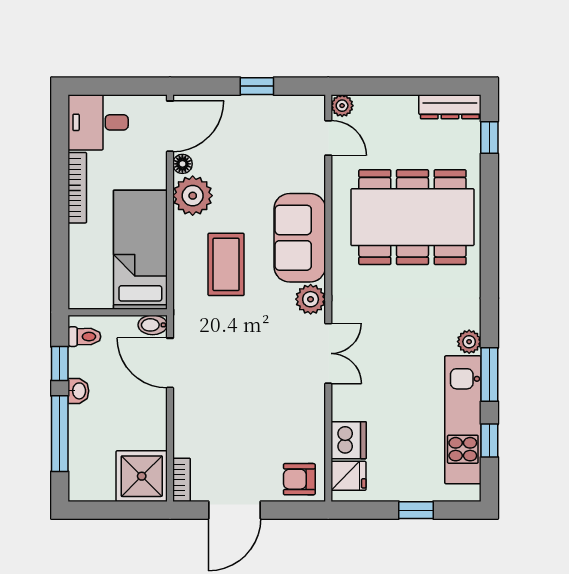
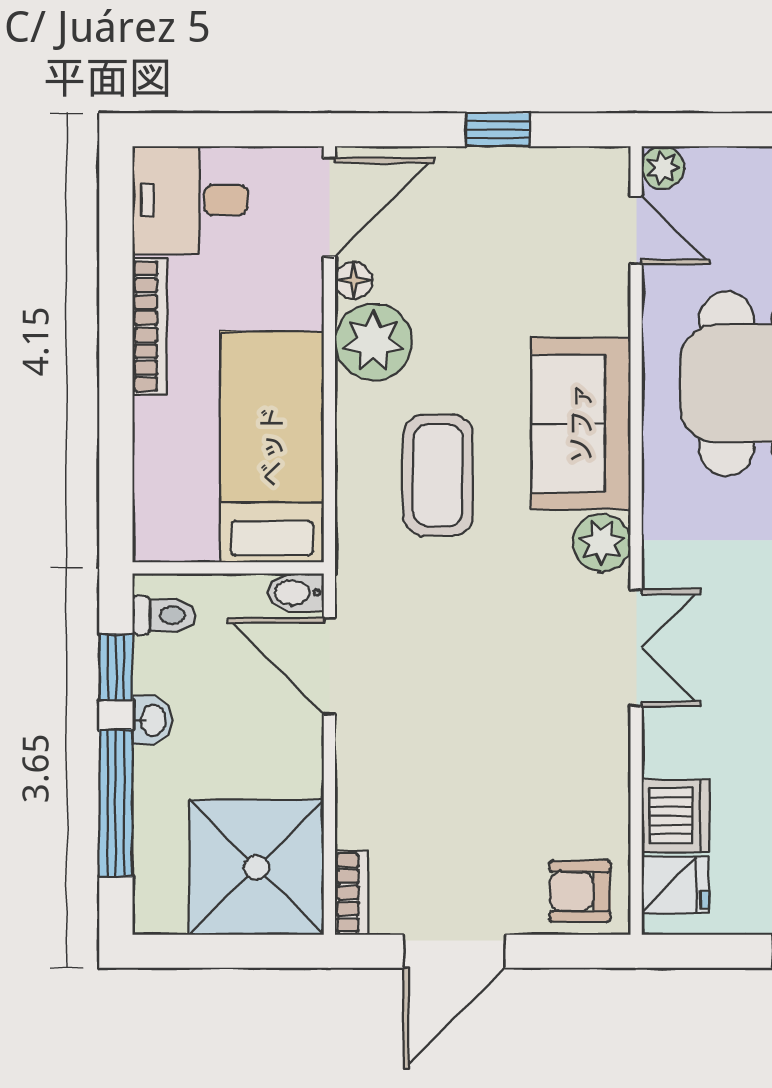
shower: (142, 476) -> (257, 867), width x1.37, depth x1.37

